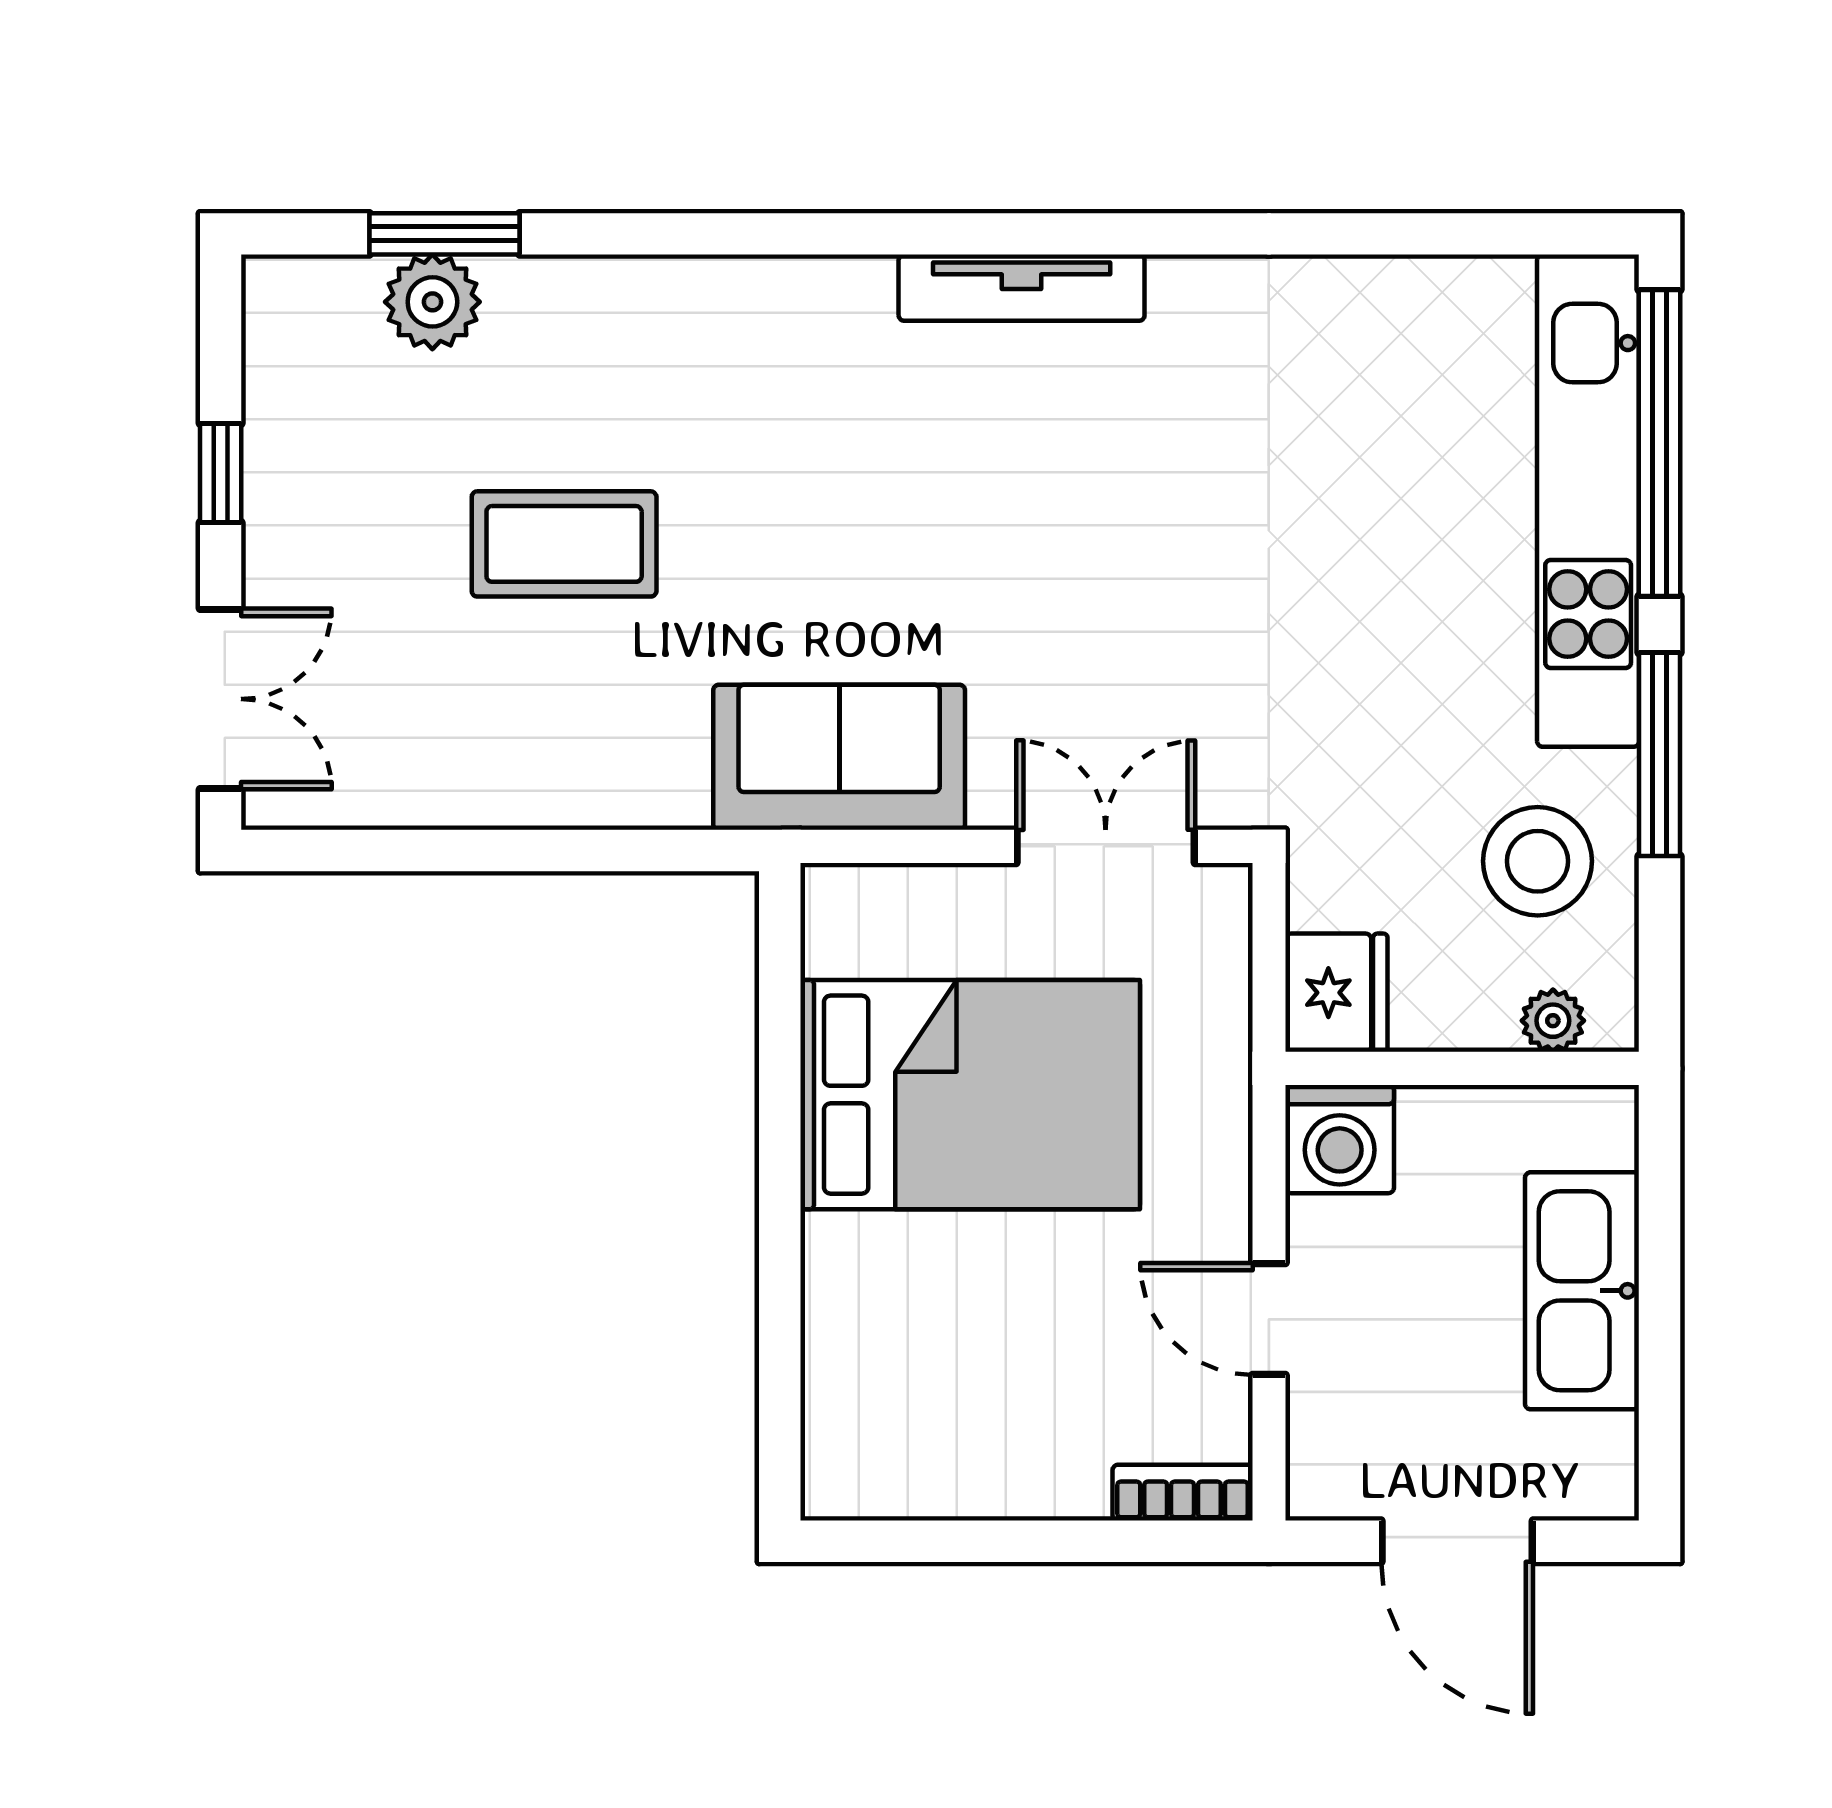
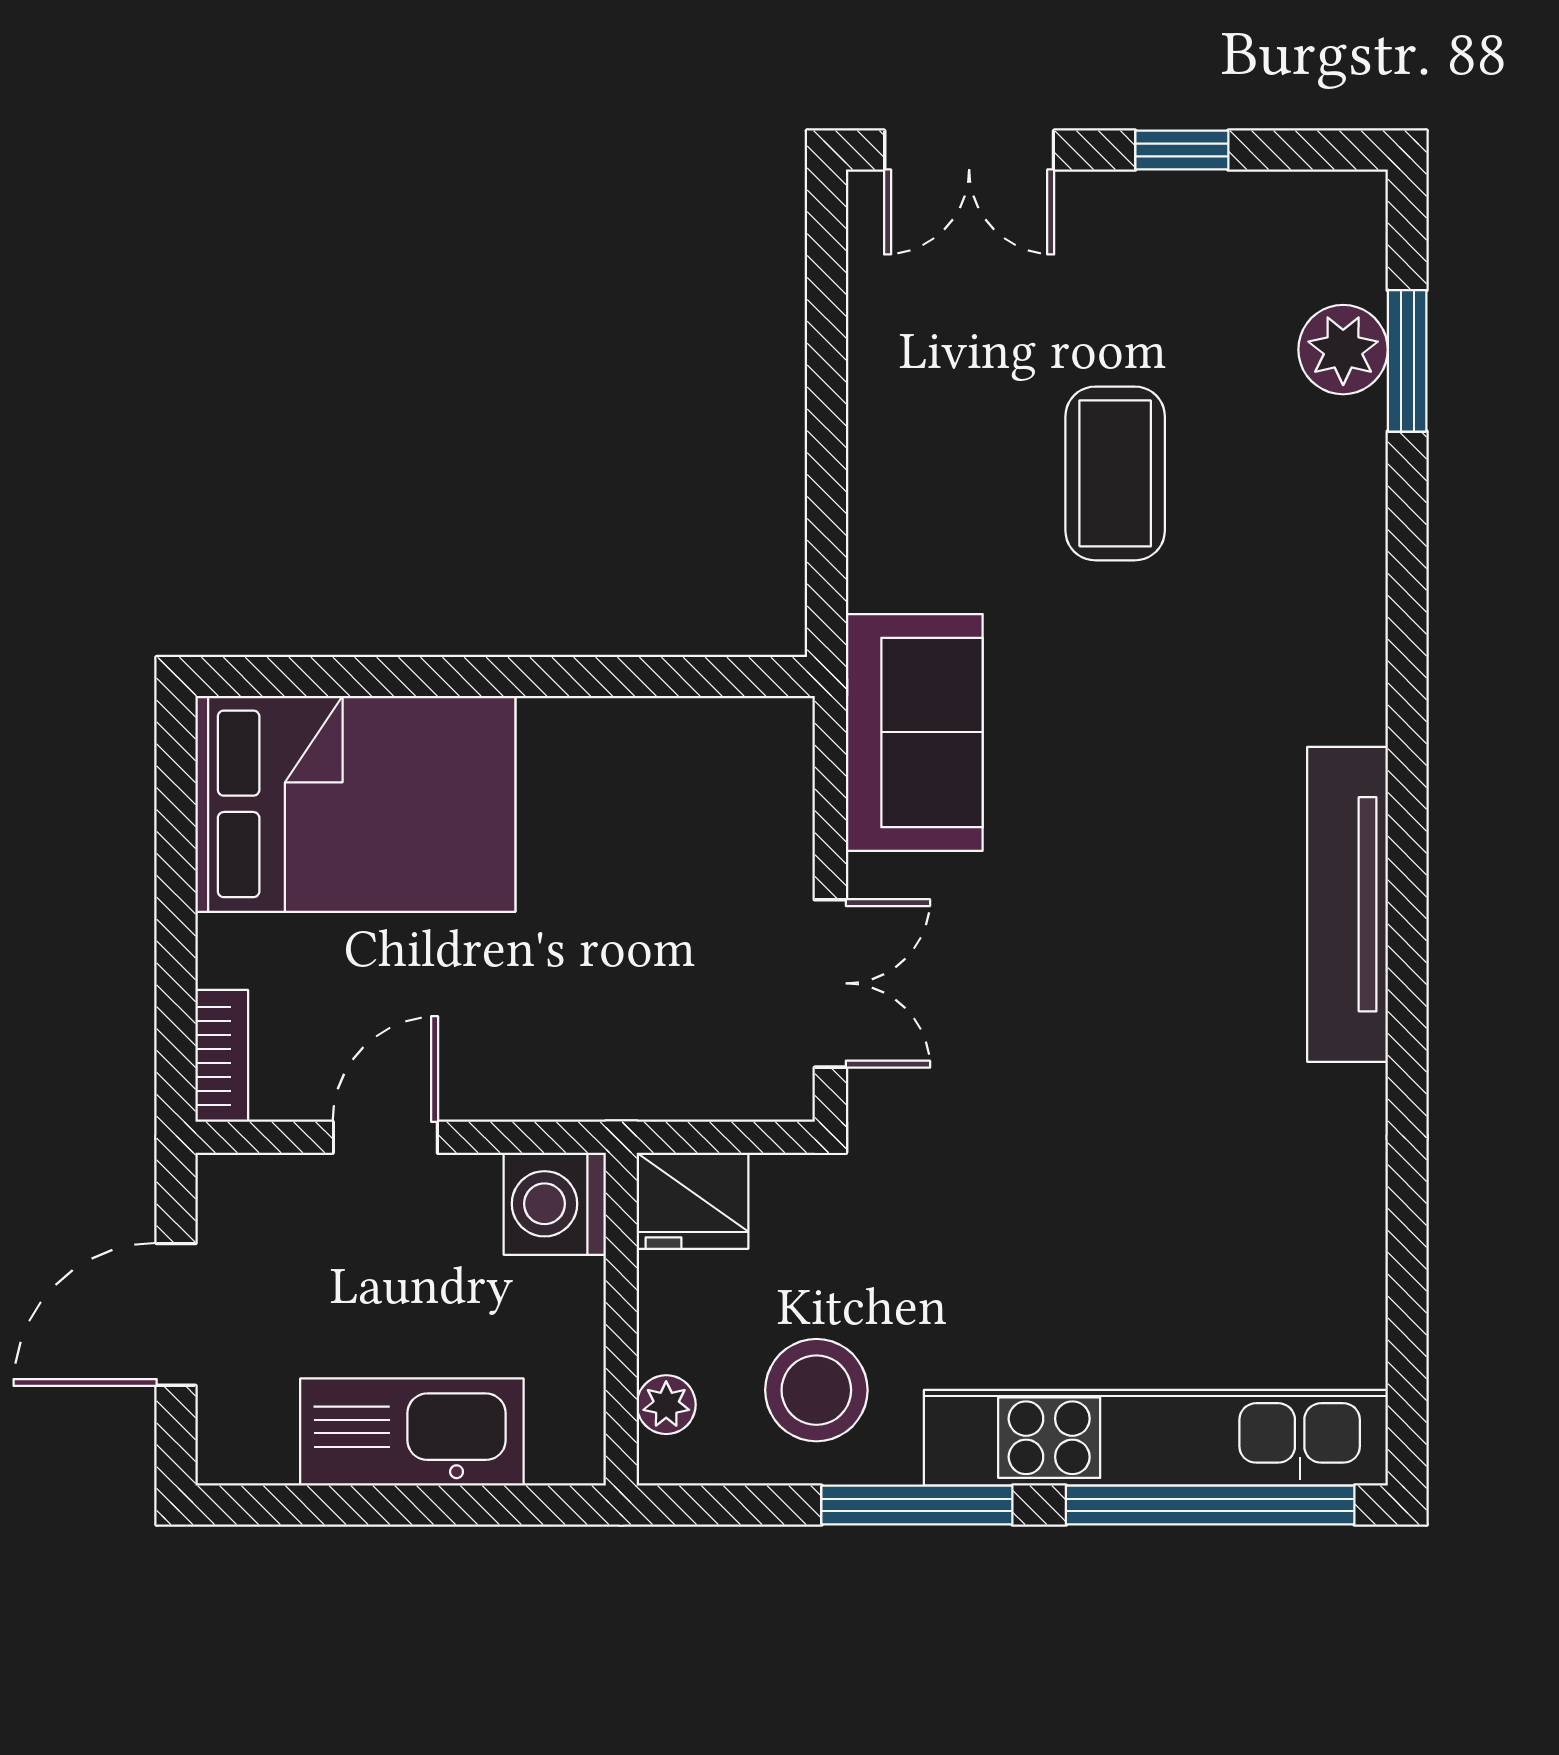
tv unit: (1022, 288) -> (1347, 904), width x1.36, depth x1.29
bed: (970, 1095) -> (355, 804), moved, turned -90

